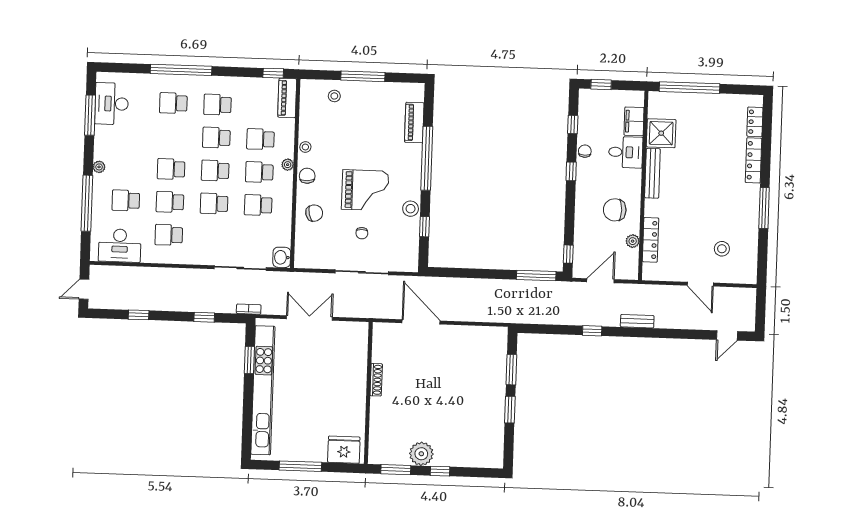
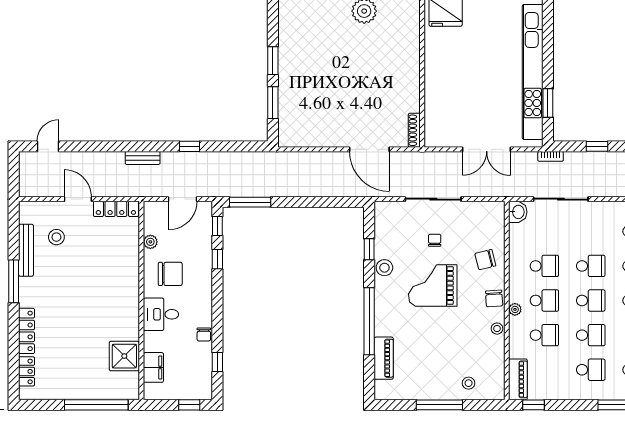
desk: (626, 152) -> (161, 314), moved
window: (571, 171) -> (217, 259), moved
bench: (652, 173) -> (26, 250), moved
locker: (651, 240) -> (116, 209), moved, turned -90
shoe rack: (376, 380) -> (414, 130), moved

